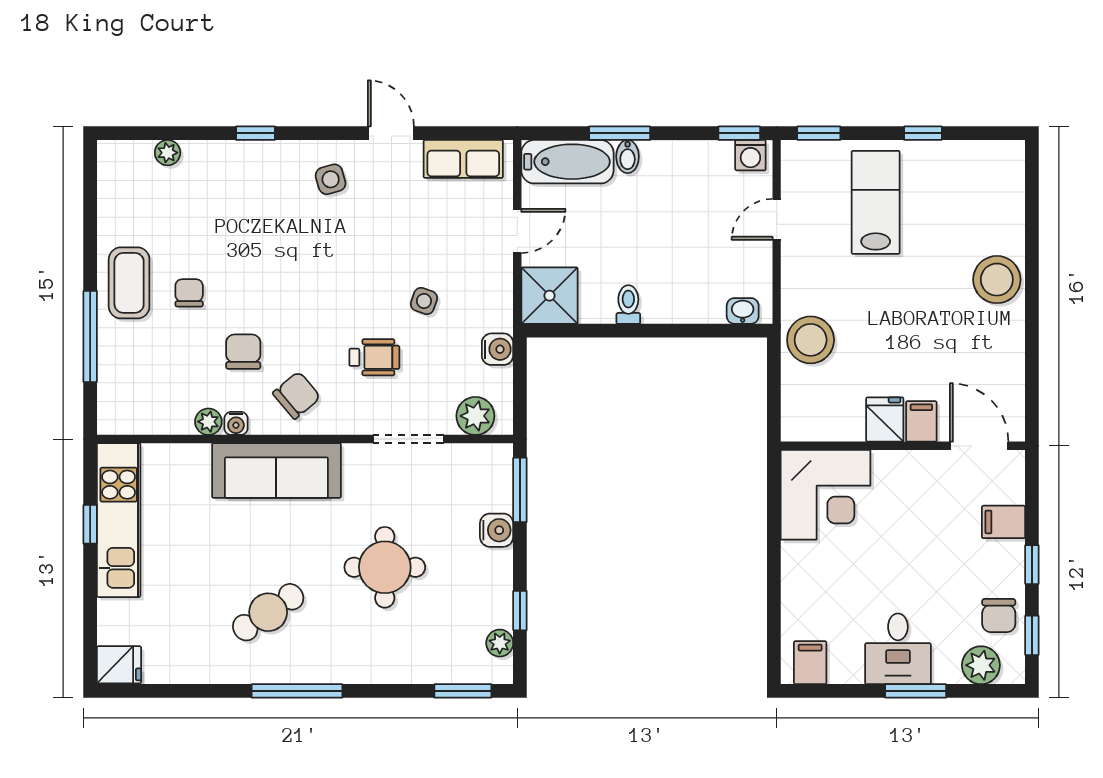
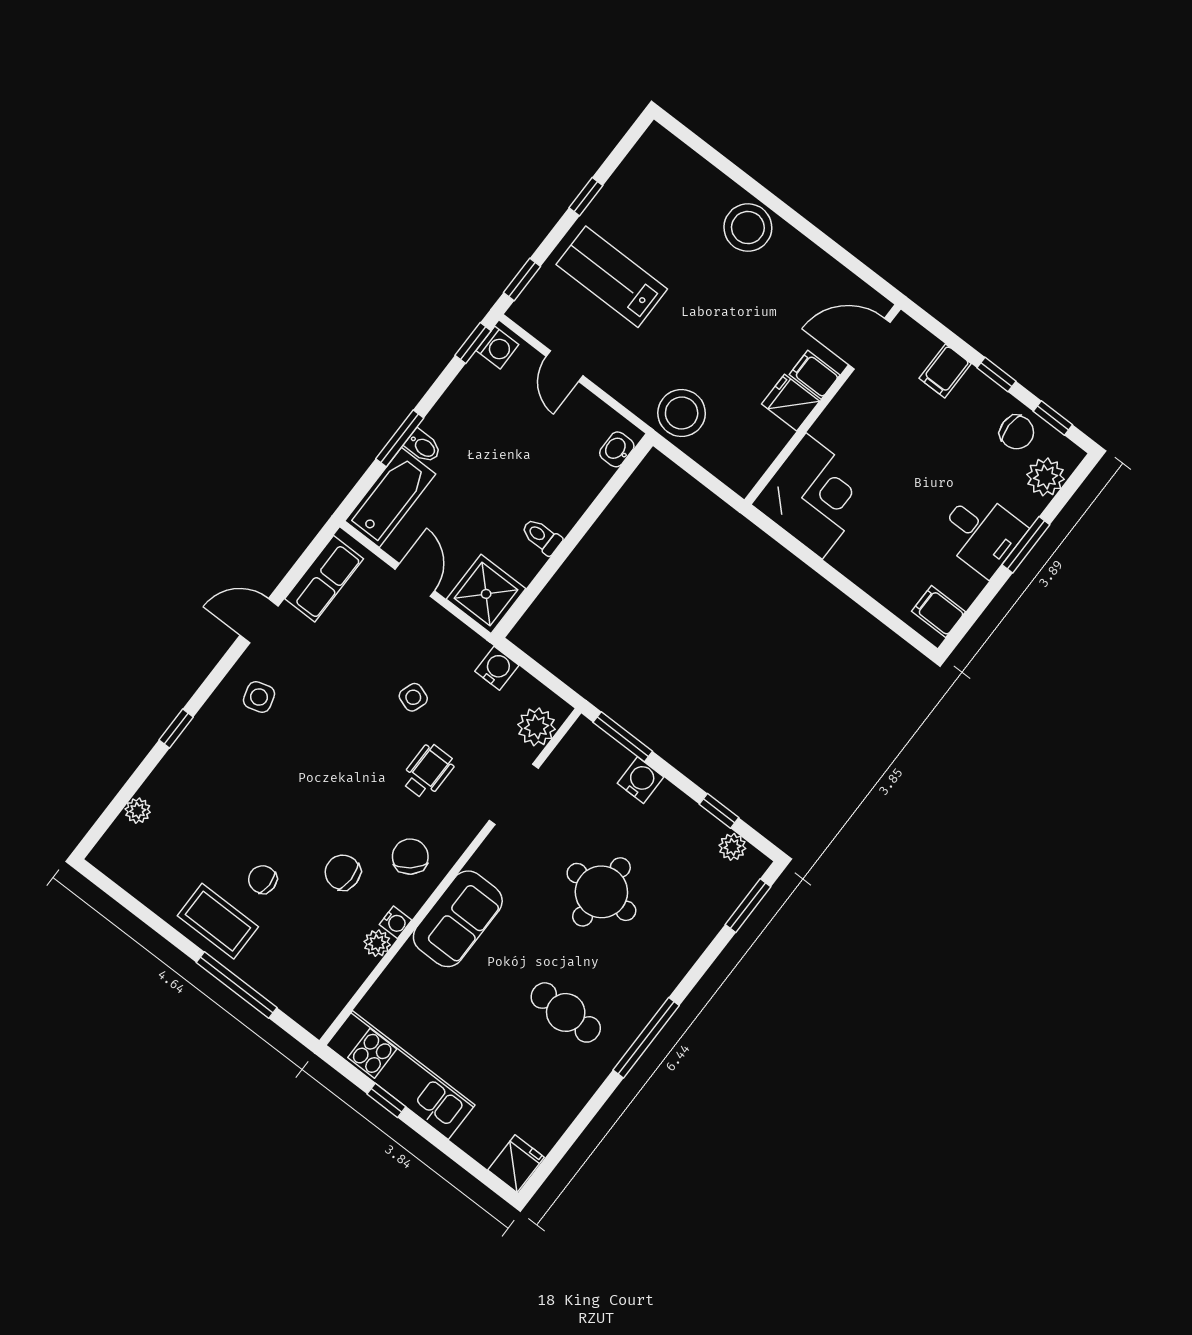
sofa: (276, 470) -> (458, 919), width x0.73
cafe table: (268, 612) -> (566, 1012), turned -56

